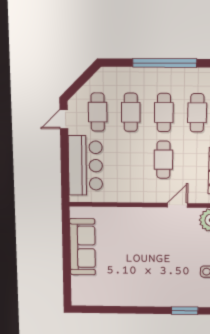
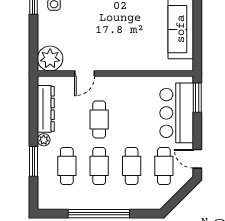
door: (64, 119) -> (197, 159), swing flipped
window: (65, 180) -> (197, 98), added

